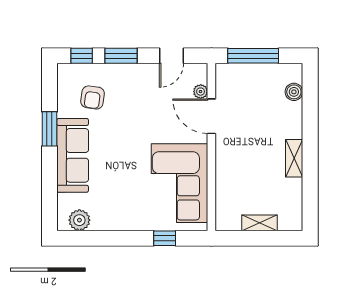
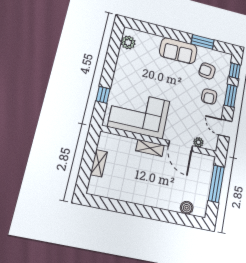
armchair: (130, 88) -> (209, 97), added
door: (211, 116) -> (180, 146), swing flipped
window: (49, 129) -> (203, 42), moved
sofa: (73, 155) -> (178, 51), width x0.73
shelving: (294, 158) -> (150, 148), moved

